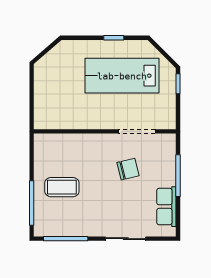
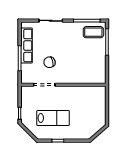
lab bench: (122, 76) -> (53, 118), width x0.73, depth x0.72
coffee table: (62, 187) -> (93, 32), moved
row of seats: (166, 207) -> (26, 46), width x1.48

